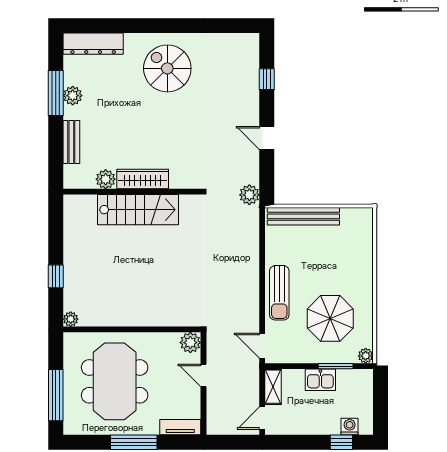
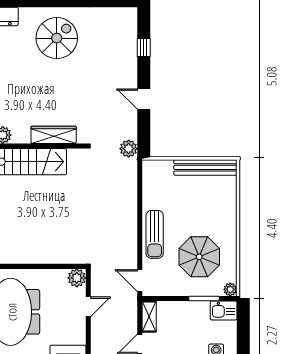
spiral stairs: (167, 68) -> (57, 38), turned 90
wardrobe: (143, 179) -> (54, 135), moved
bench: (303, 216) -> (205, 167), moved
door: (204, 375) -> (88, 307), swing flipped
kitchen sink: (320, 380) -> (224, 310), moved

